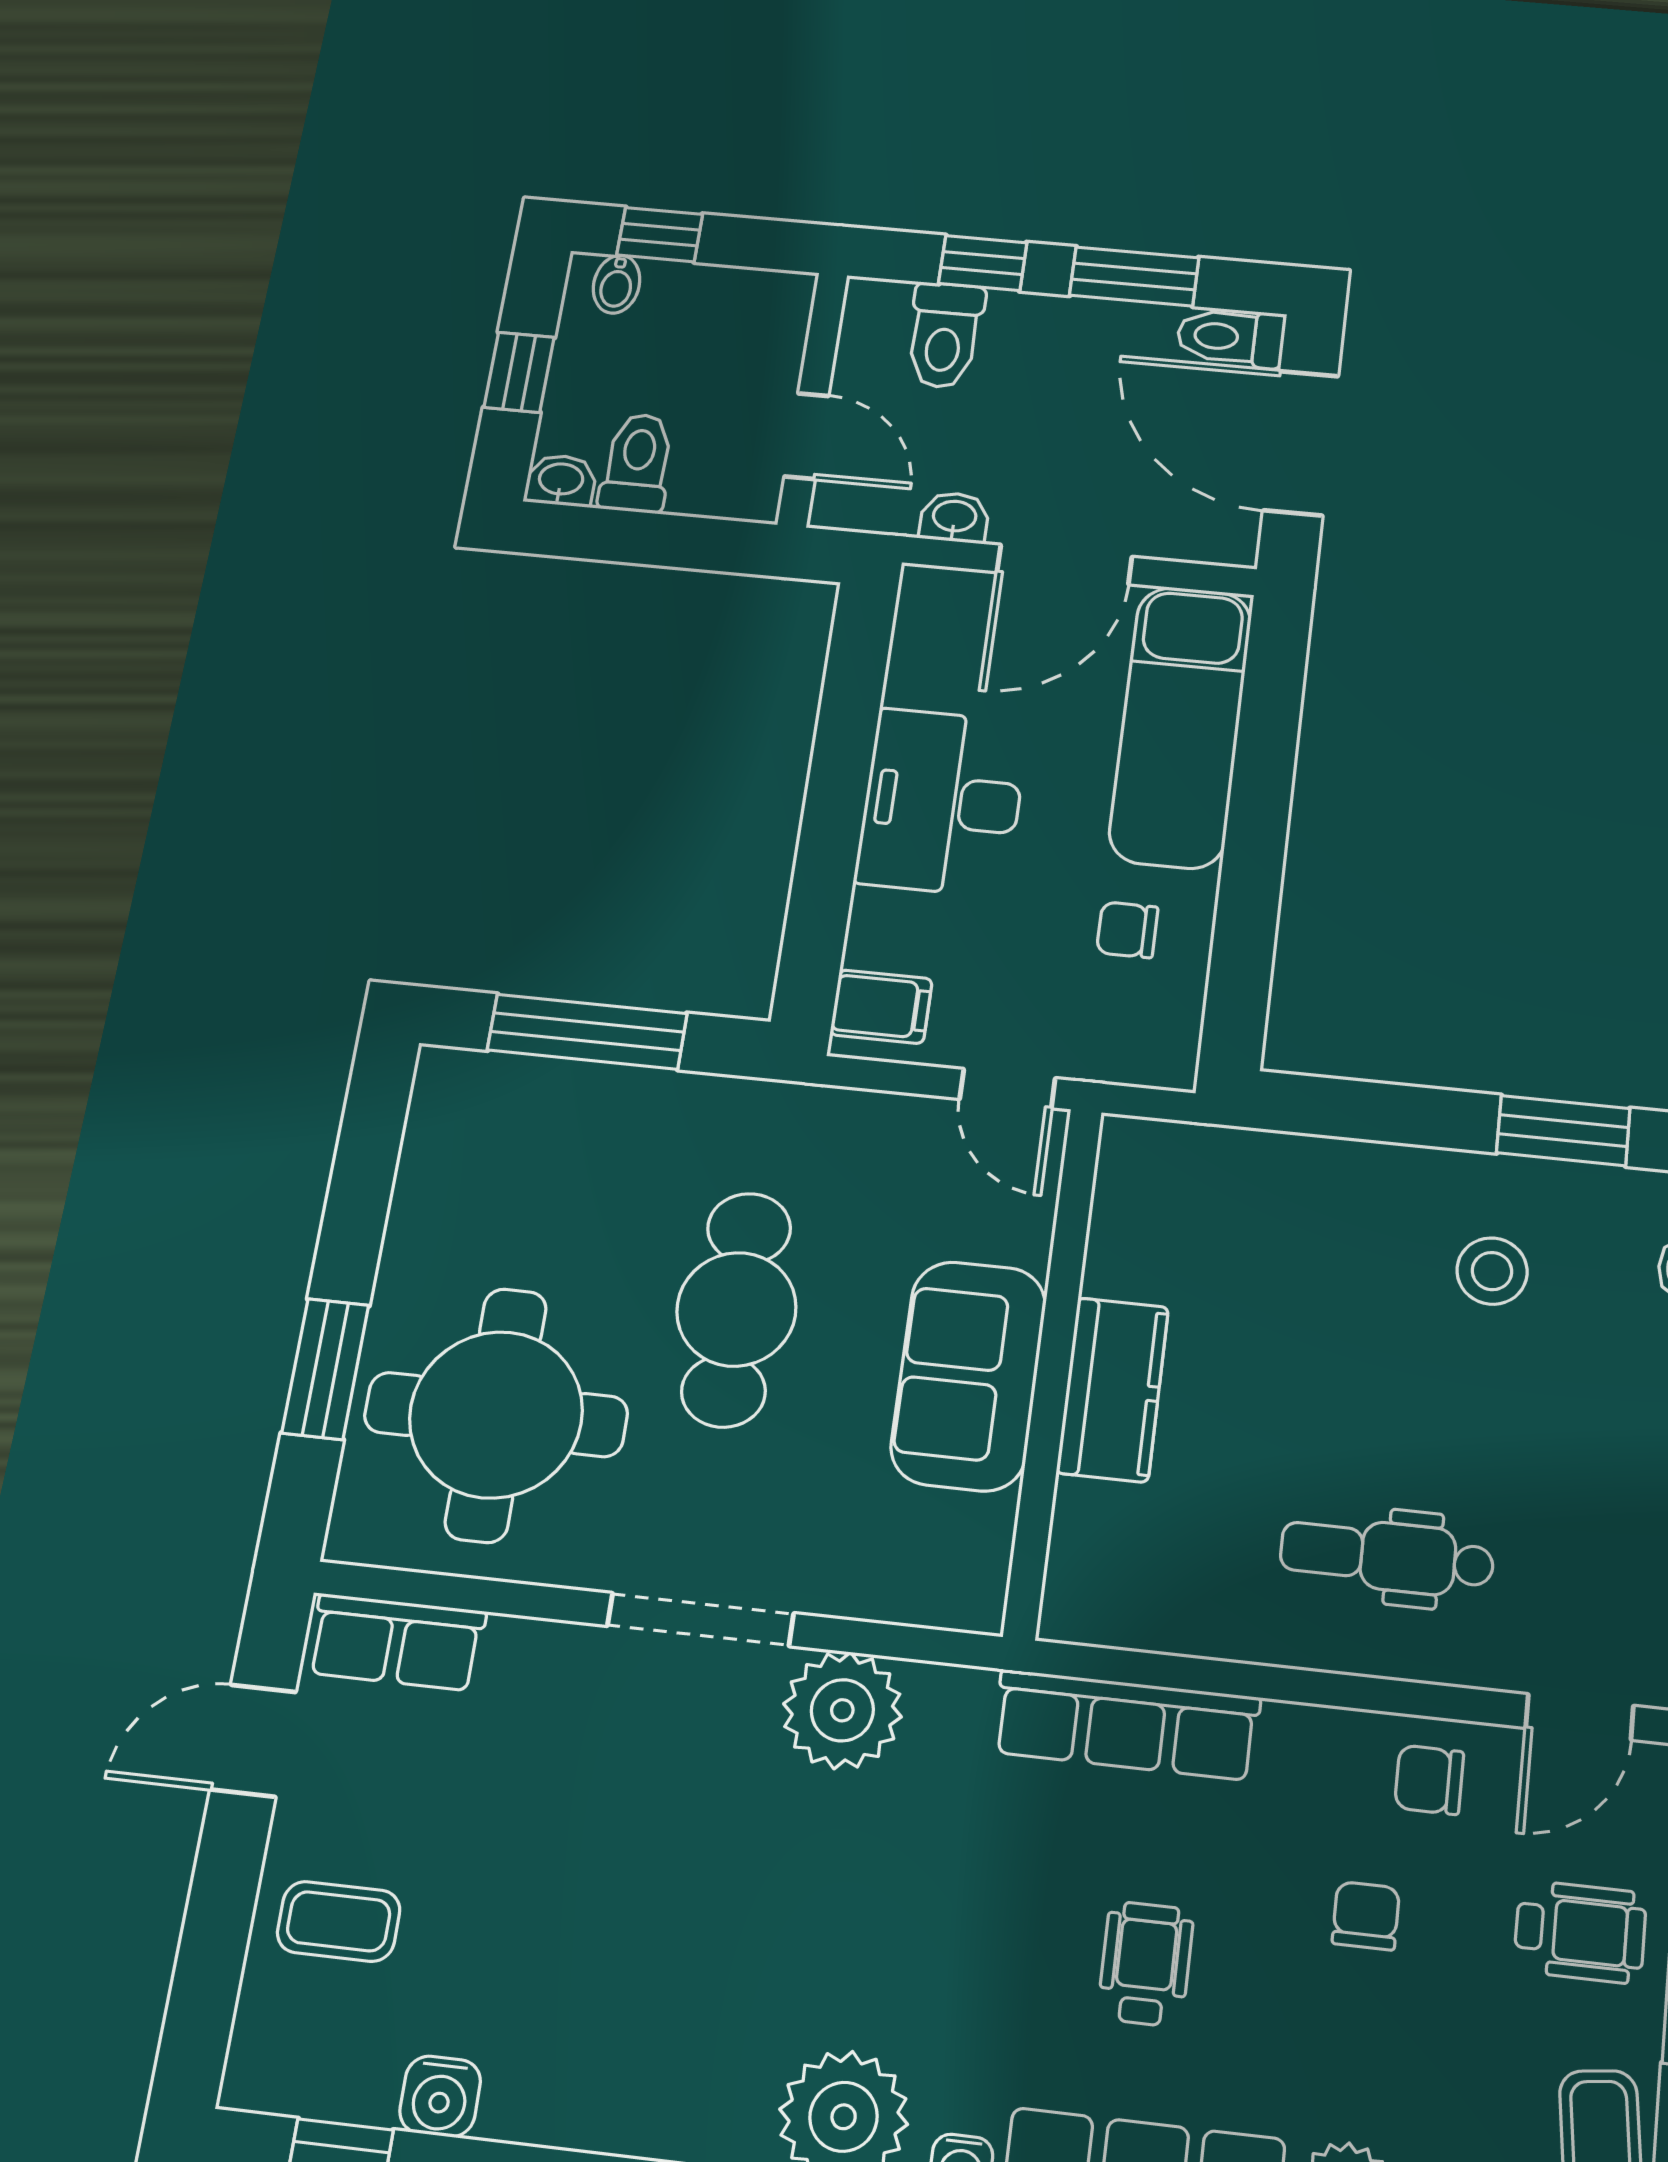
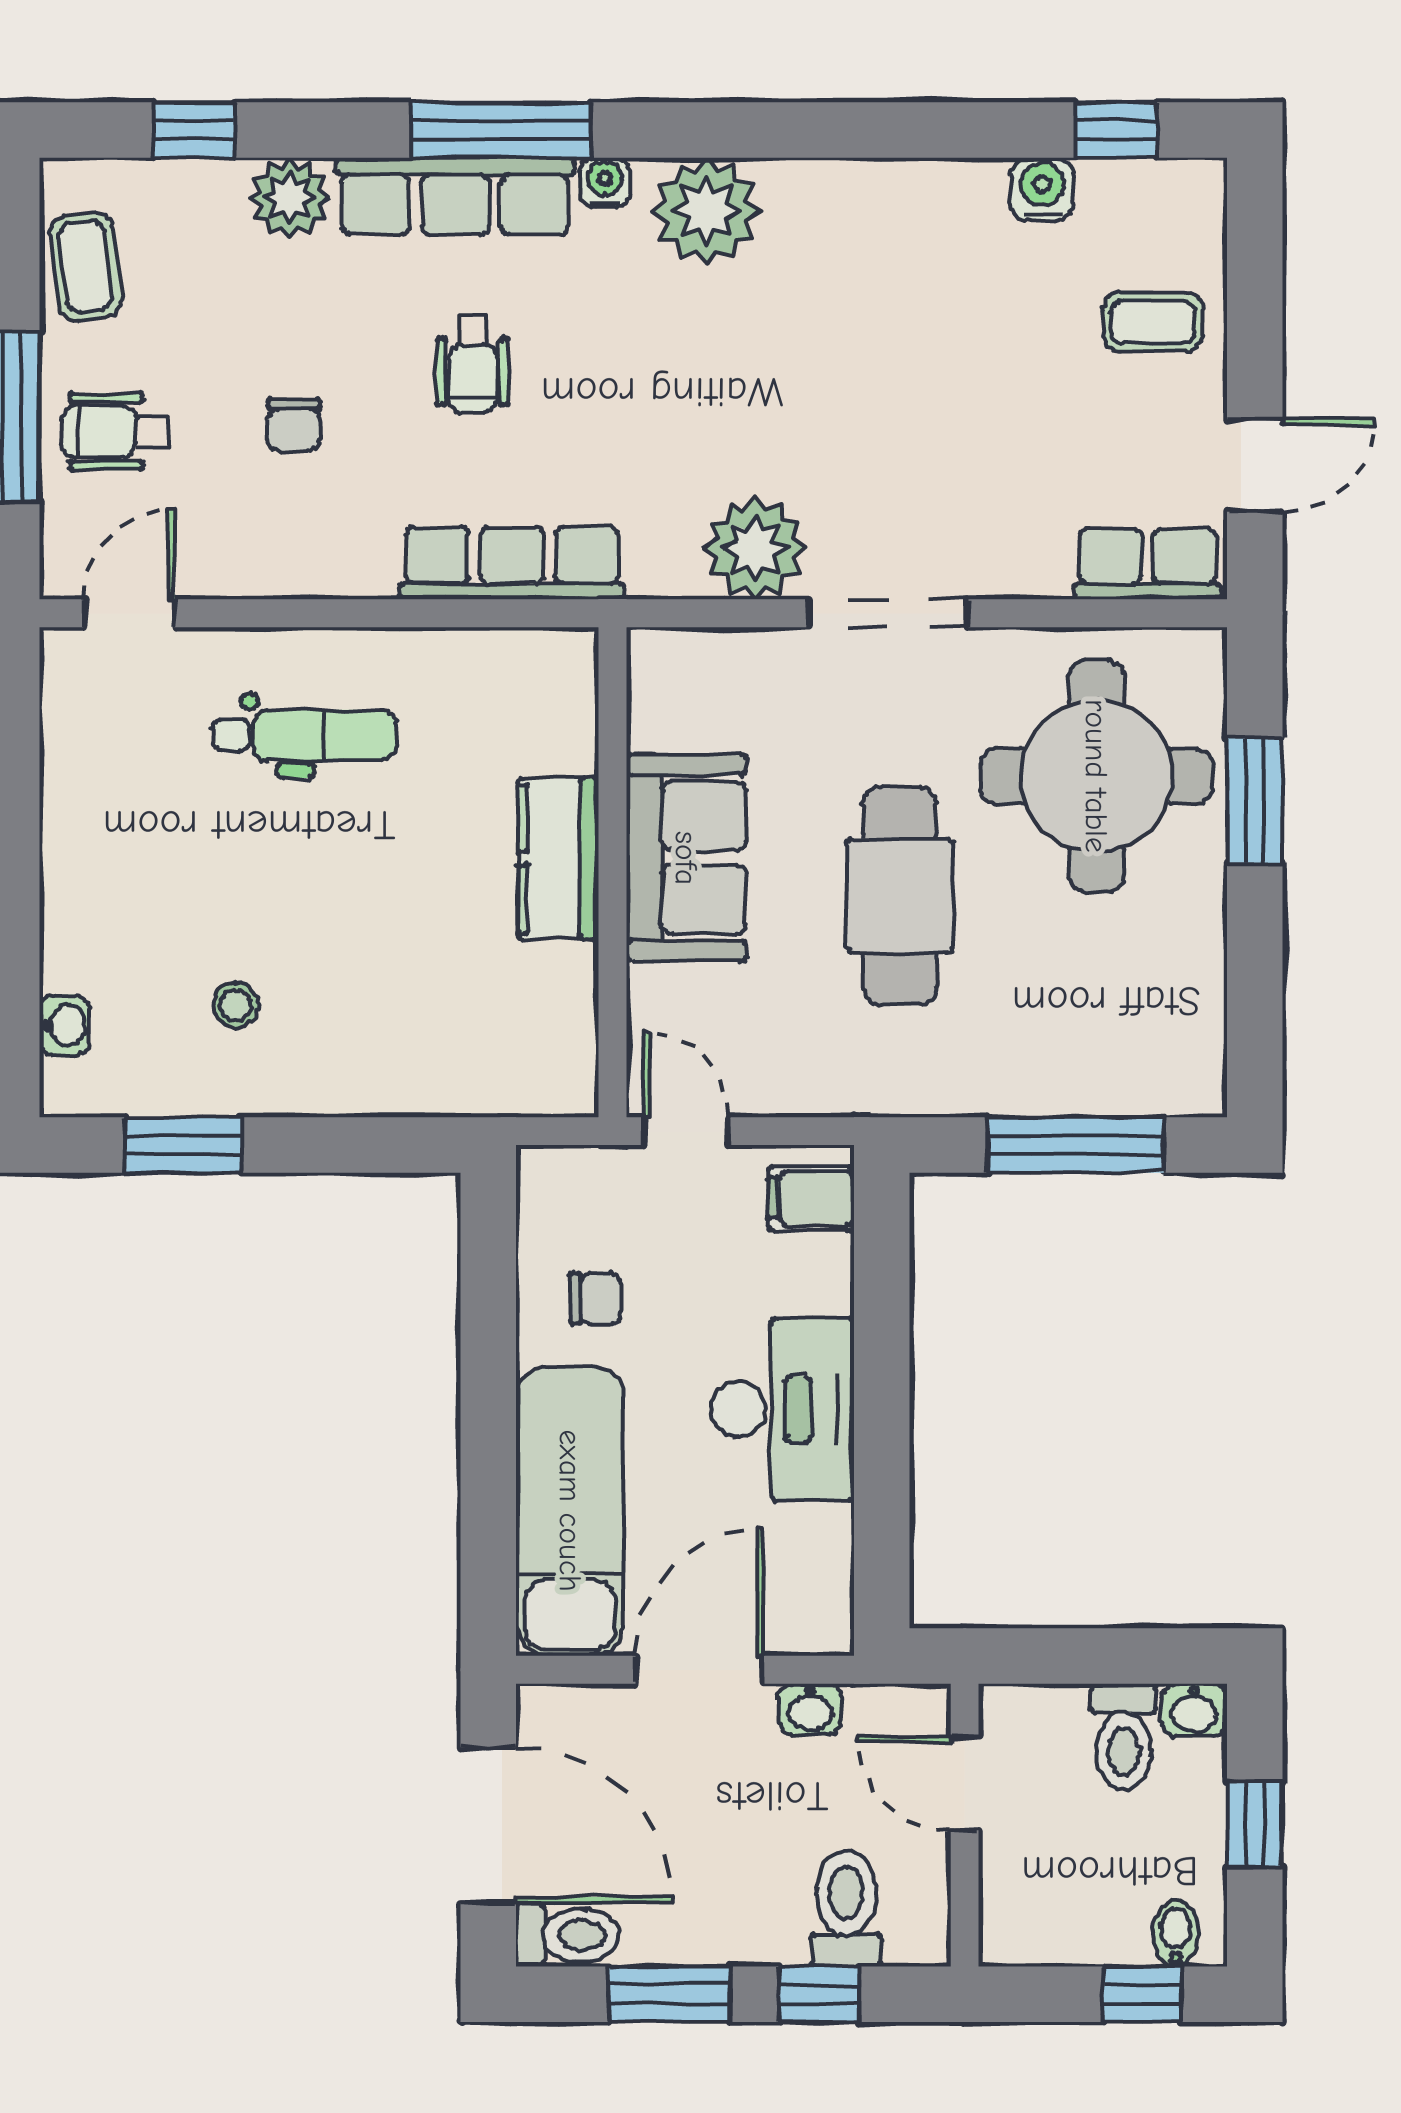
stool: (1492, 1271) -> (236, 1005), width x0.73, depth x0.73
chair: (1429, 1780) -> (251, 545), removed

